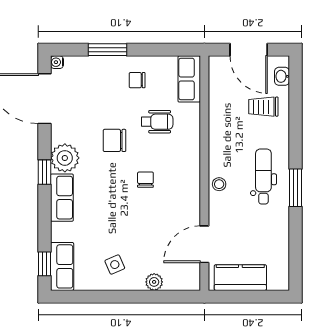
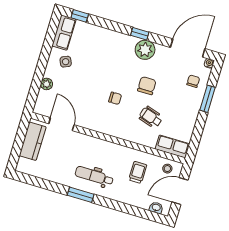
chair: (137, 80) -> (193, 81), moved
trolley: (263, 107) -> (138, 172), moved
wheelchair: (157, 122) -> (151, 117), turned 108
dental chair: (263, 177) -> (94, 176), turned 180
stool: (219, 184) -> (167, 169), moved
row of seats: (62, 198) -> (120, 40), removed
row of seats: (62, 266) -> (64, 33), moved, turned -90

